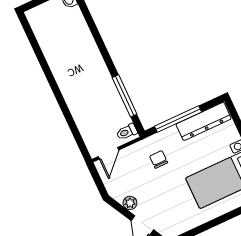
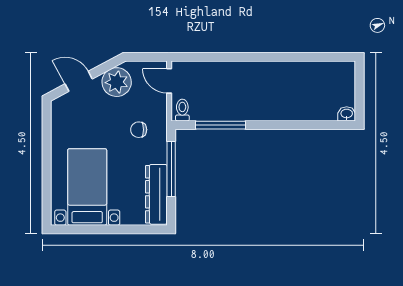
chair: (159, 159) -> (139, 130), turned 180
plant: (130, 203) -> (117, 82), width x1.88, depth x1.88

